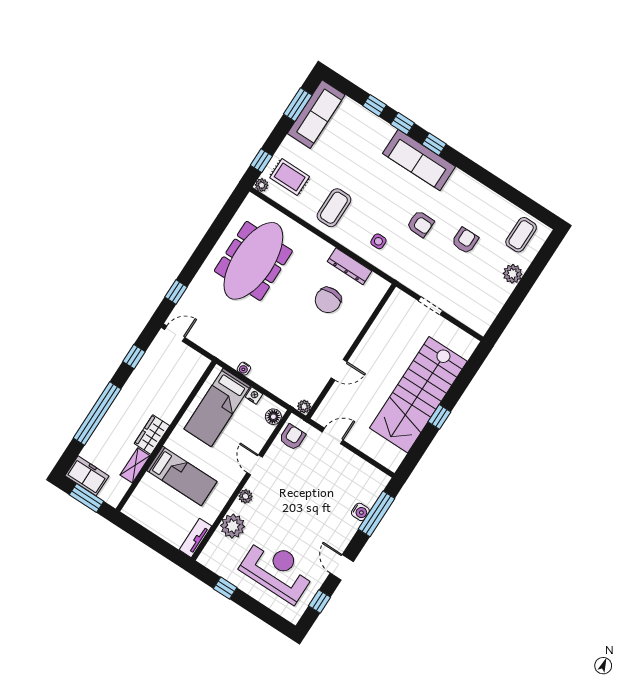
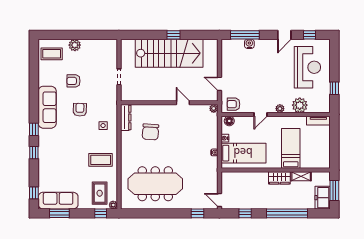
window: (375, 105) -> (34, 193), moved
sofa: (419, 160) -> (47, 107), moved
dresser: (350, 266) -> (126, 117), moved
chair: (328, 300) -> (150, 132), turned 94
reception desk: (277, 570) -> (307, 67), turned 180

